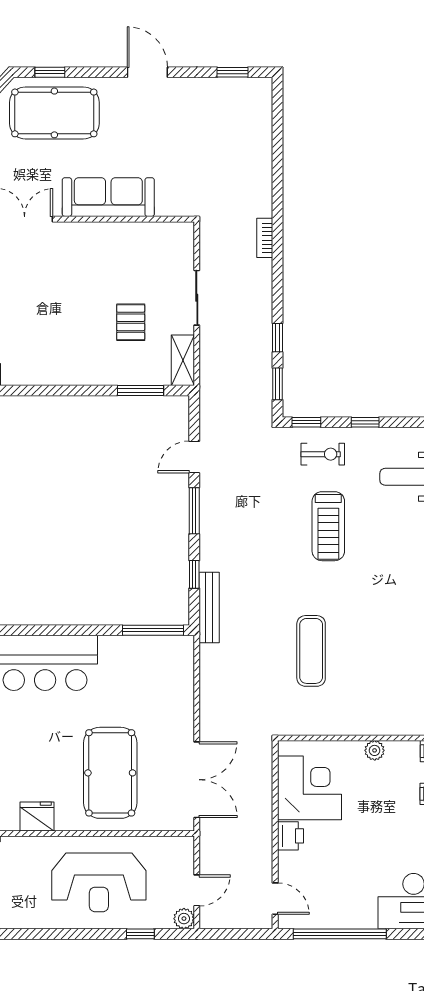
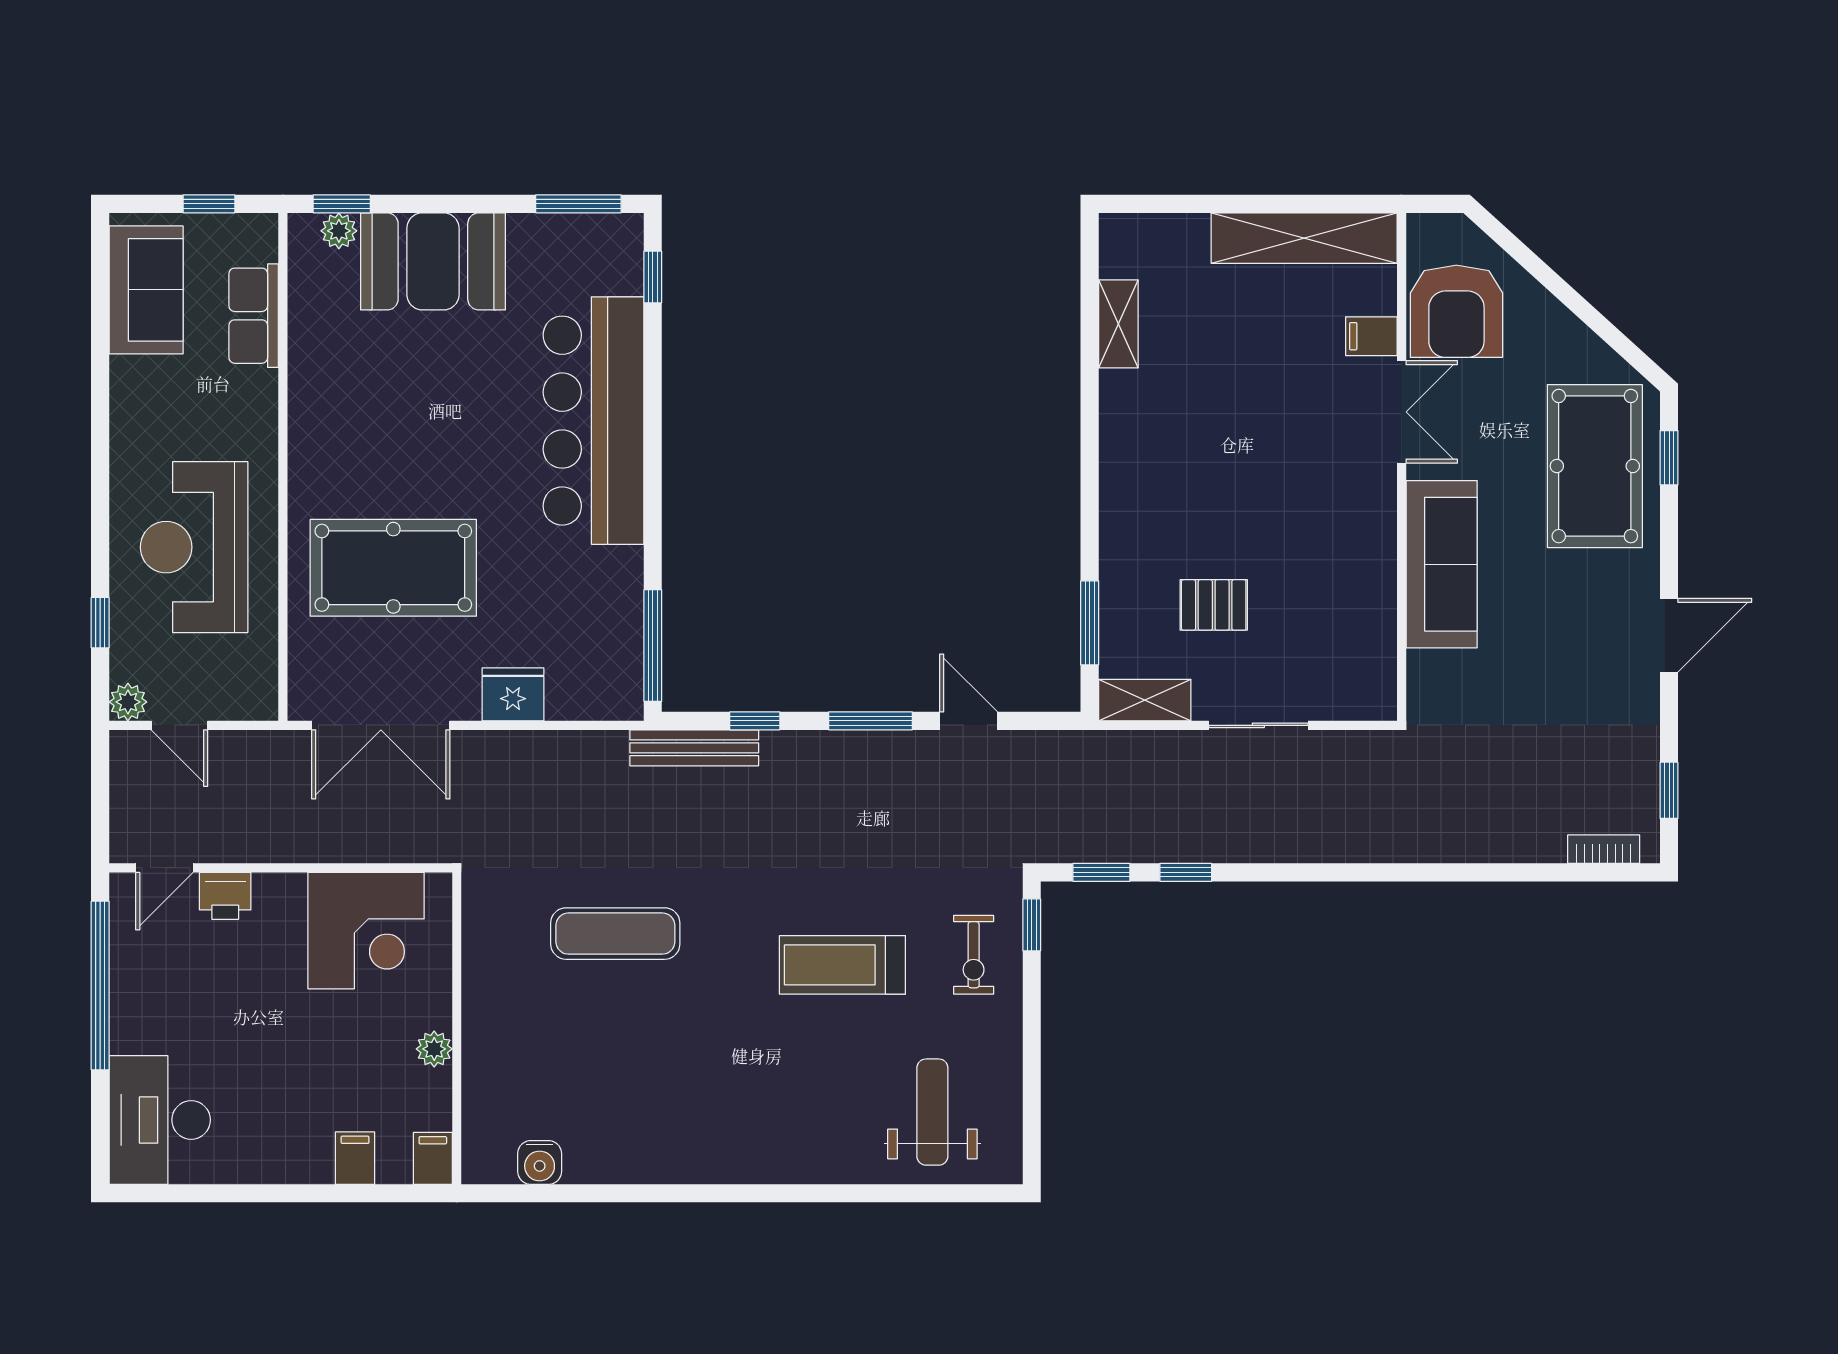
bookcase: (265, 238) -> (1604, 849), moved
window: (365, 422) -> (1032, 1032), removed
fridge: (37, 816) -> (513, 694), moved, turned -90
printer: (290, 836) -> (225, 896), moved

